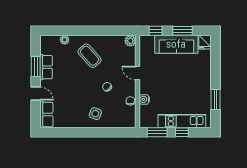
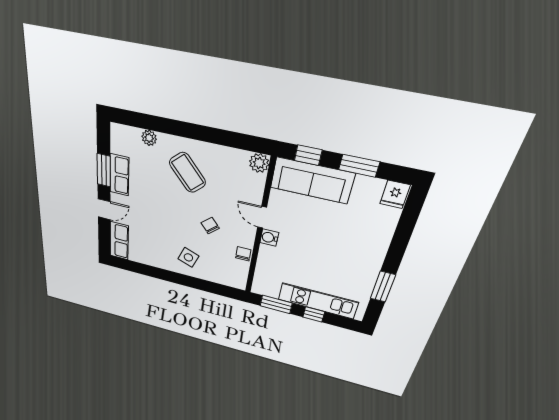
sofa: (176, 44) -> (312, 180), moved
door: (36, 94) -> (104, 209), hinge flipped
water cooler: (144, 99) -> (269, 238), moved

